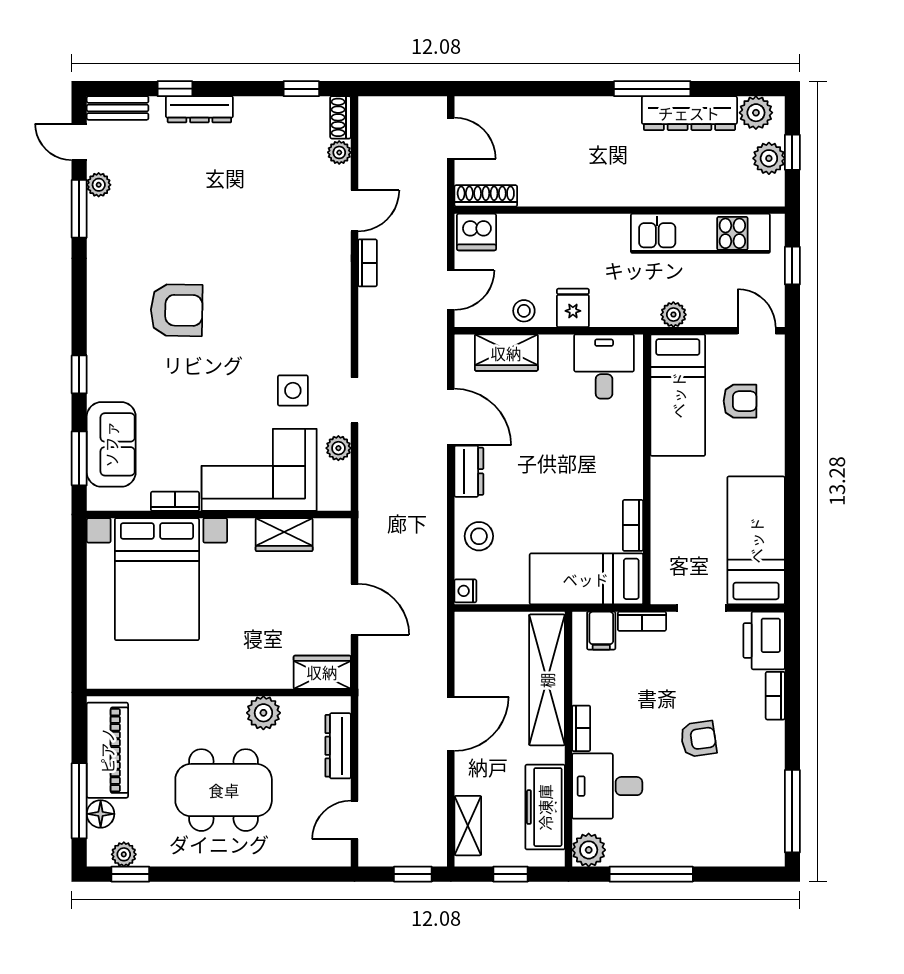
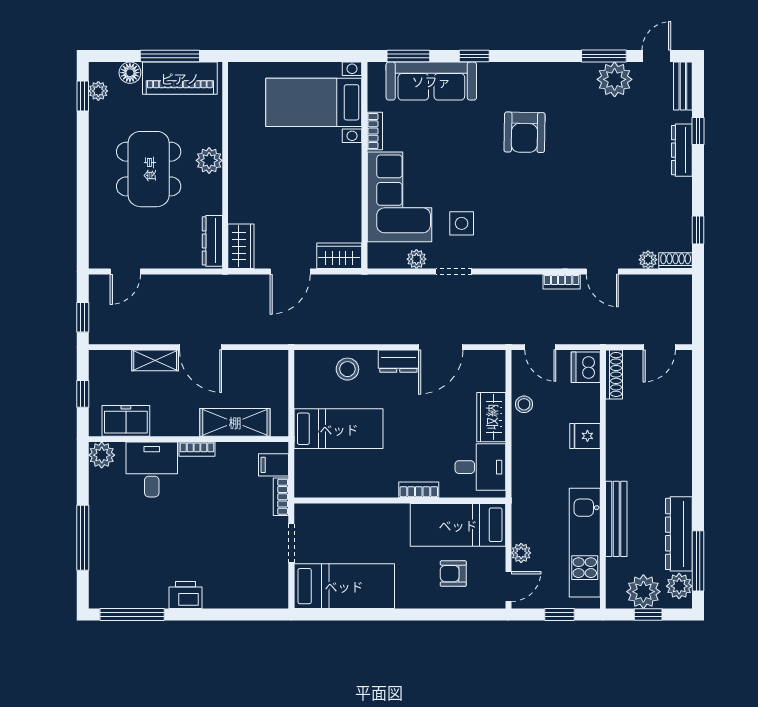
window: (652, 89) -> (698, 561), moved
plant: (769, 158) -> (643, 592), width x1.36, depth x1.36
plant: (99, 185) -> (615, 79), width x1.87, depth x1.87
bench: (670, 193) -> (616, 519), added
fridge: (573, 308) -> (585, 436), moved, turned 180
plant: (673, 315) -> (521, 553), moved
wardrobe: (506, 353) -> (491, 417), moved
armchair: (740, 401) -> (453, 574), turned 90
sofa: (111, 444) -> (431, 81), width x1.36
bookcase: (633, 525) -> (419, 490), moved
wardrobe: (284, 535) -> (339, 256), moved, turned 90
bed with nightstands: (157, 579) -> (314, 102), width x0.73
bed: (586, 579) -> (339, 429), moved, turned 90
nightstand: (465, 591) -> (305, 358), removed
printer: (764, 640) -> (185, 595), moved, width x0.73, depth x0.84
shelving: (547, 680) -> (235, 422), width x0.68
bookcase: (775, 696) -> (223, 601), removed
plant: (263, 713) -> (209, 160), moved
armchair: (698, 739) -> (189, 541), removed
dresser: (338, 746) -> (212, 241), moved, turned -90
window: (79, 801) -> (170, 56), moved
freezer: (545, 807) -> (126, 421), width x0.71
door: (354, 820) -> (125, 272), swing flipped
shelving: (468, 826) -> (155, 360), moved
window: (651, 874) -> (83, 538), moved

